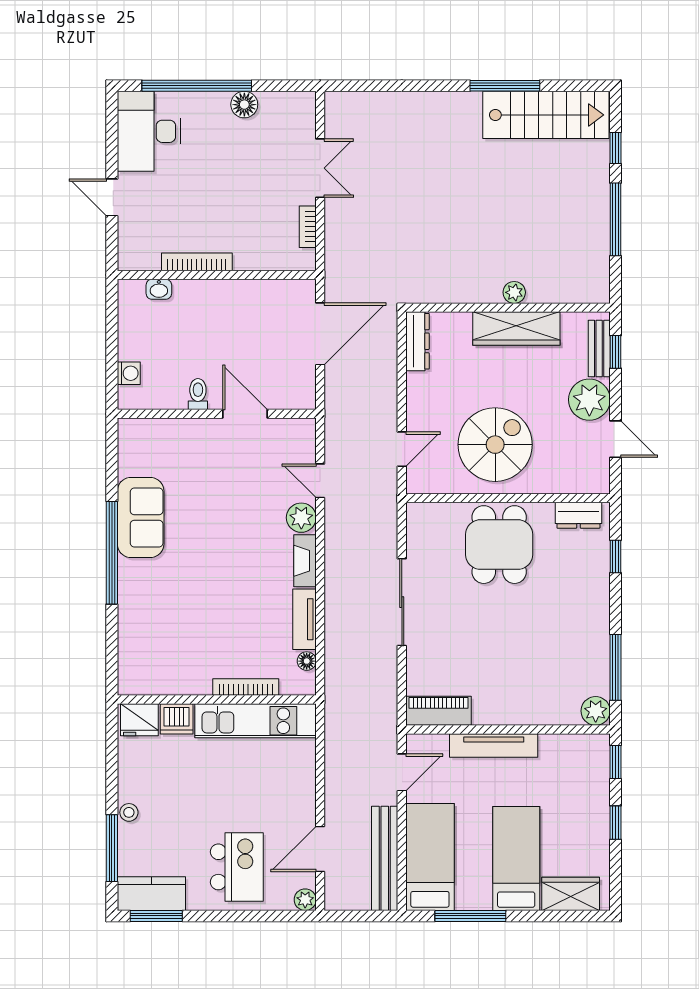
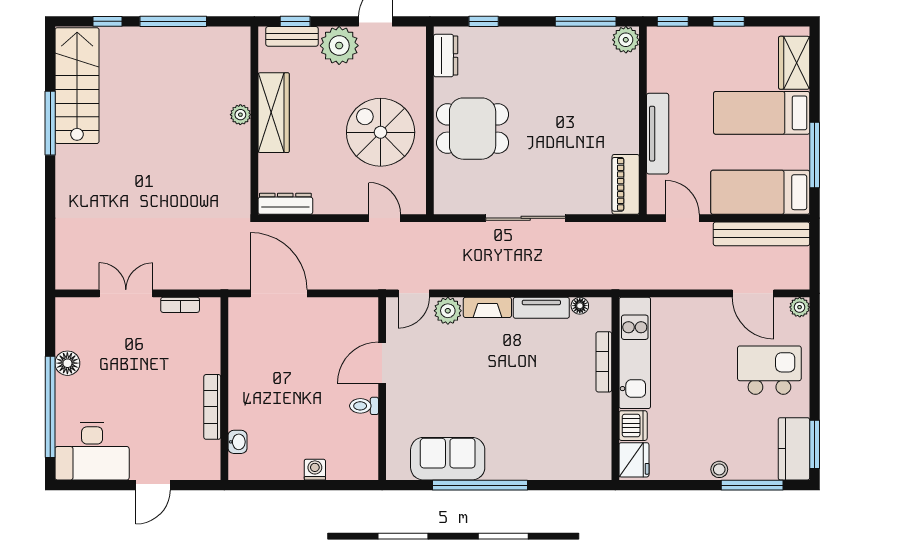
toilet: (198, 394) -> (364, 406), moved
wall: (217, 414) -> (382, 389), moved
door: (245, 414) -> (382, 363), moved

